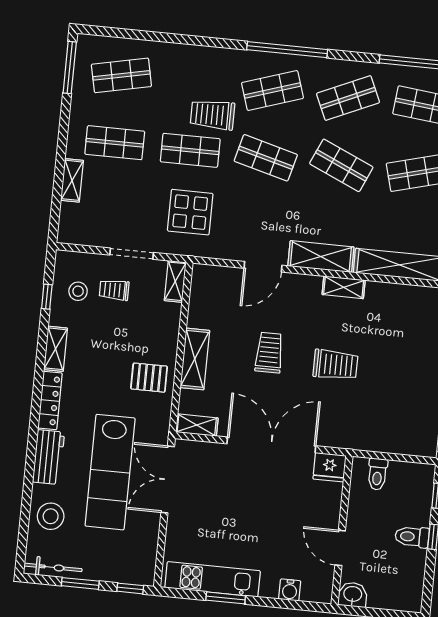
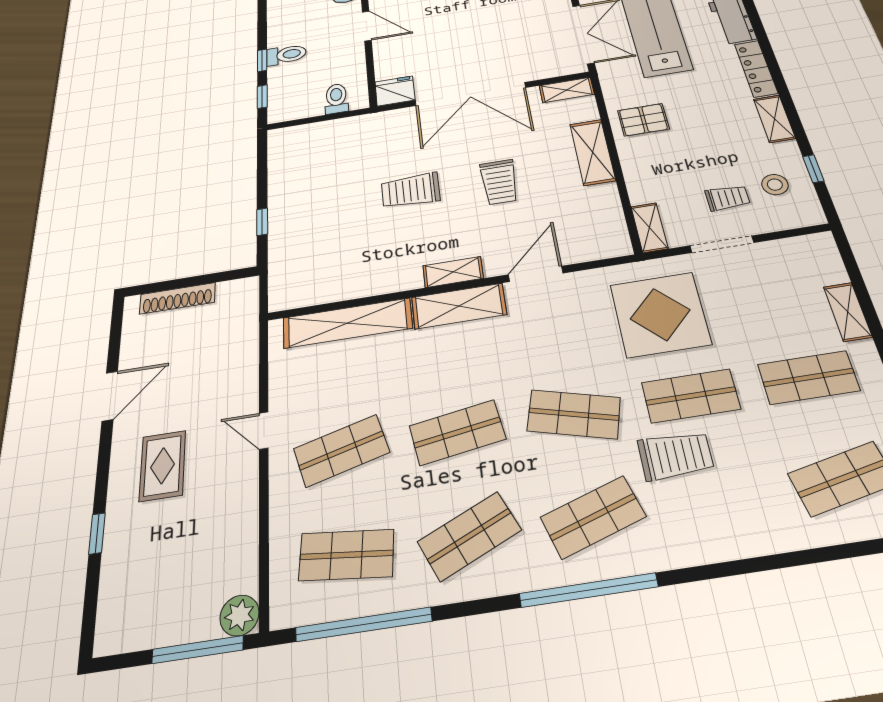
shop shelf: (341, 165) -> (457, 432), turned -33
display table: (190, 212) -> (660, 314), width x1.36, depth x1.36
shelving: (344, 287) -> (453, 272), moved

